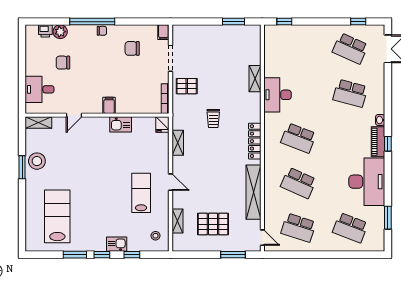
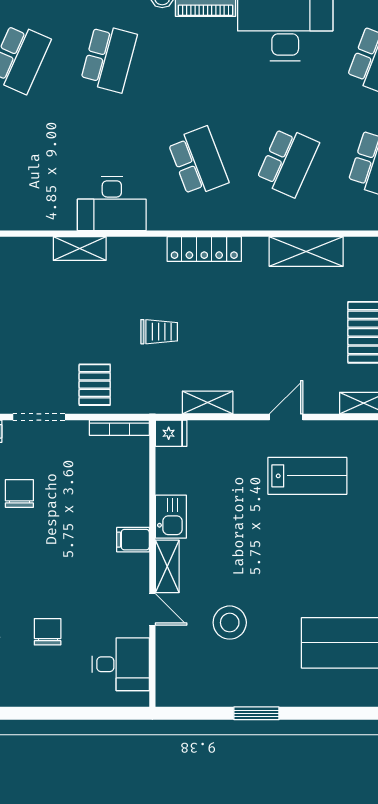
chair: (132, 48) -> (19, 493), turned 180
chair: (63, 63) -> (48, 632), turned 180
desk: (40, 89) -> (121, 664), moved, turned -90
shelving: (38, 123) -> (167, 566), moved
school desk: (298, 138) -> (198, 162), turned -42
stool: (37, 161) -> (230, 623), moved
shelving: (253, 192) -> (306, 251), width x0.68
lab bench: (141, 193) -> (307, 476), turned 180

